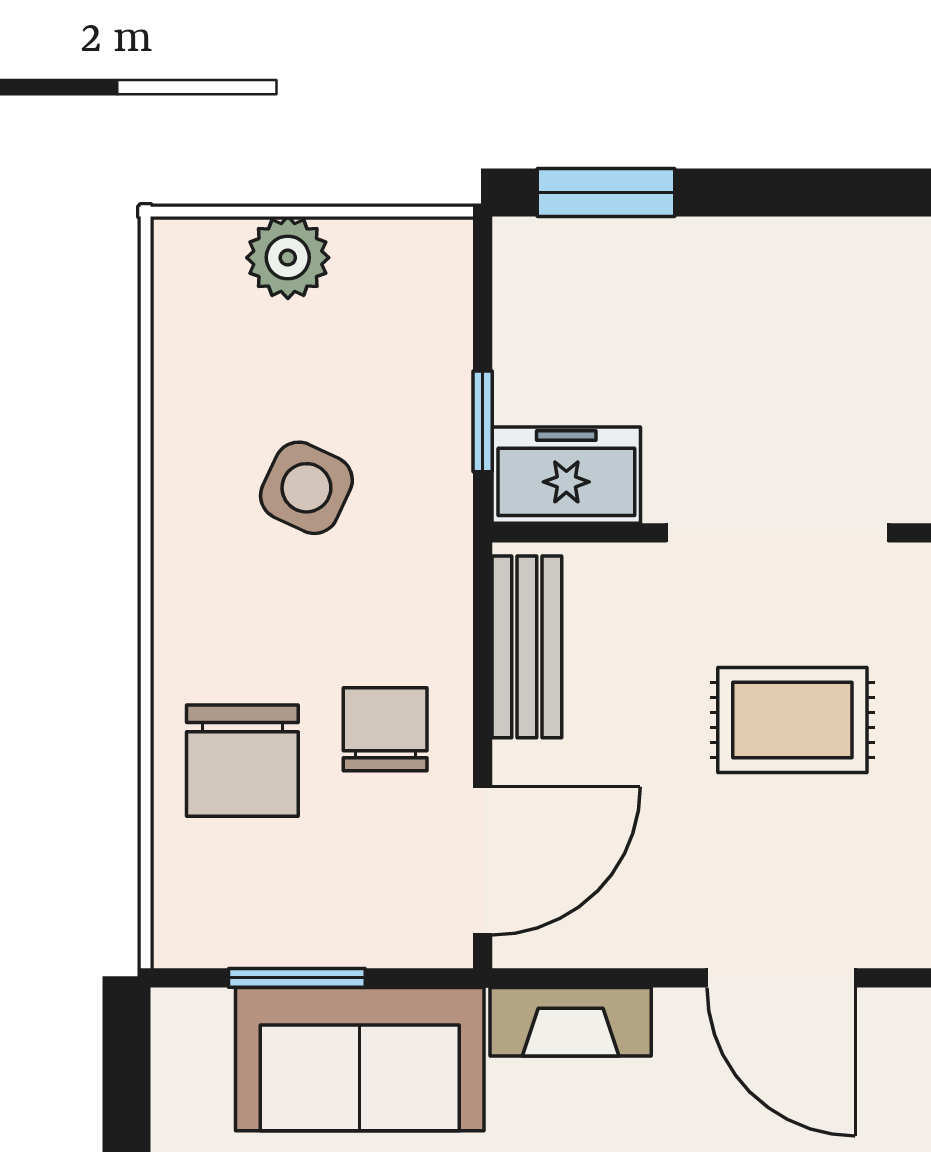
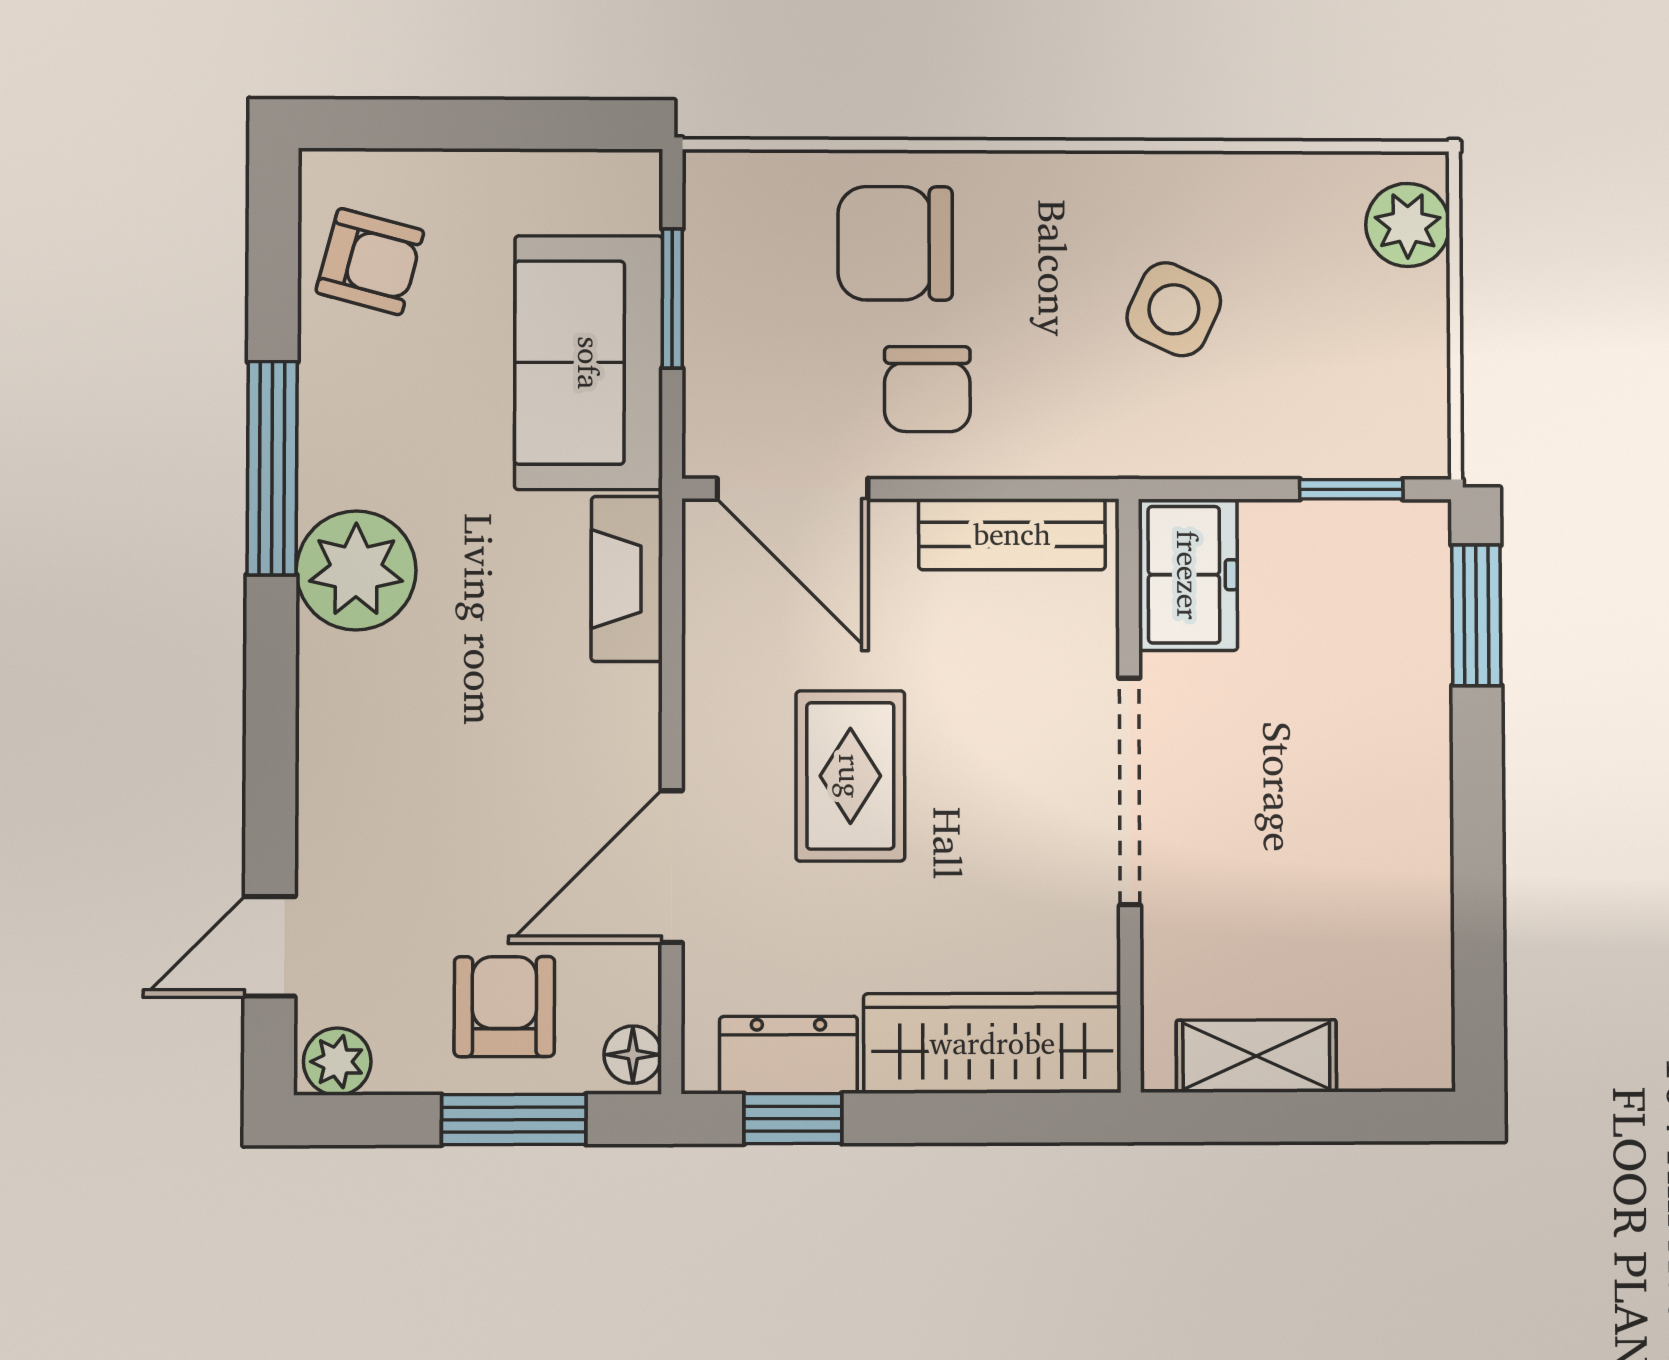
plant: (288, 258) -> (1408, 225), moved
window: (483, 421) -> (1351, 489), moved
rug: (792, 720) -> (850, 776), moved
chair: (385, 729) -> (927, 389), turned 90
door: (781, 978) -> (672, 867), moved

